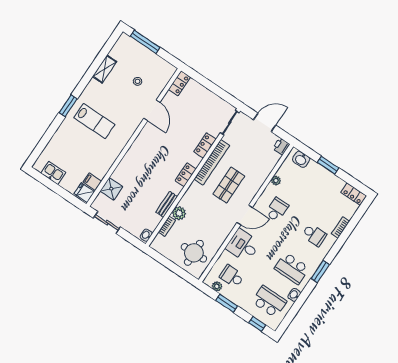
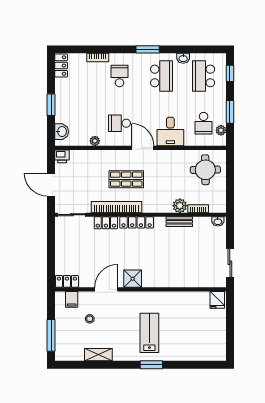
kitchen sink: (53, 173) -> (218, 338), removed
locker: (186, 175) -> (137, 222), width x1.53
filing cabinet: (92, 182) -> (72, 299), moved
shower: (111, 189) -> (133, 279), moved

